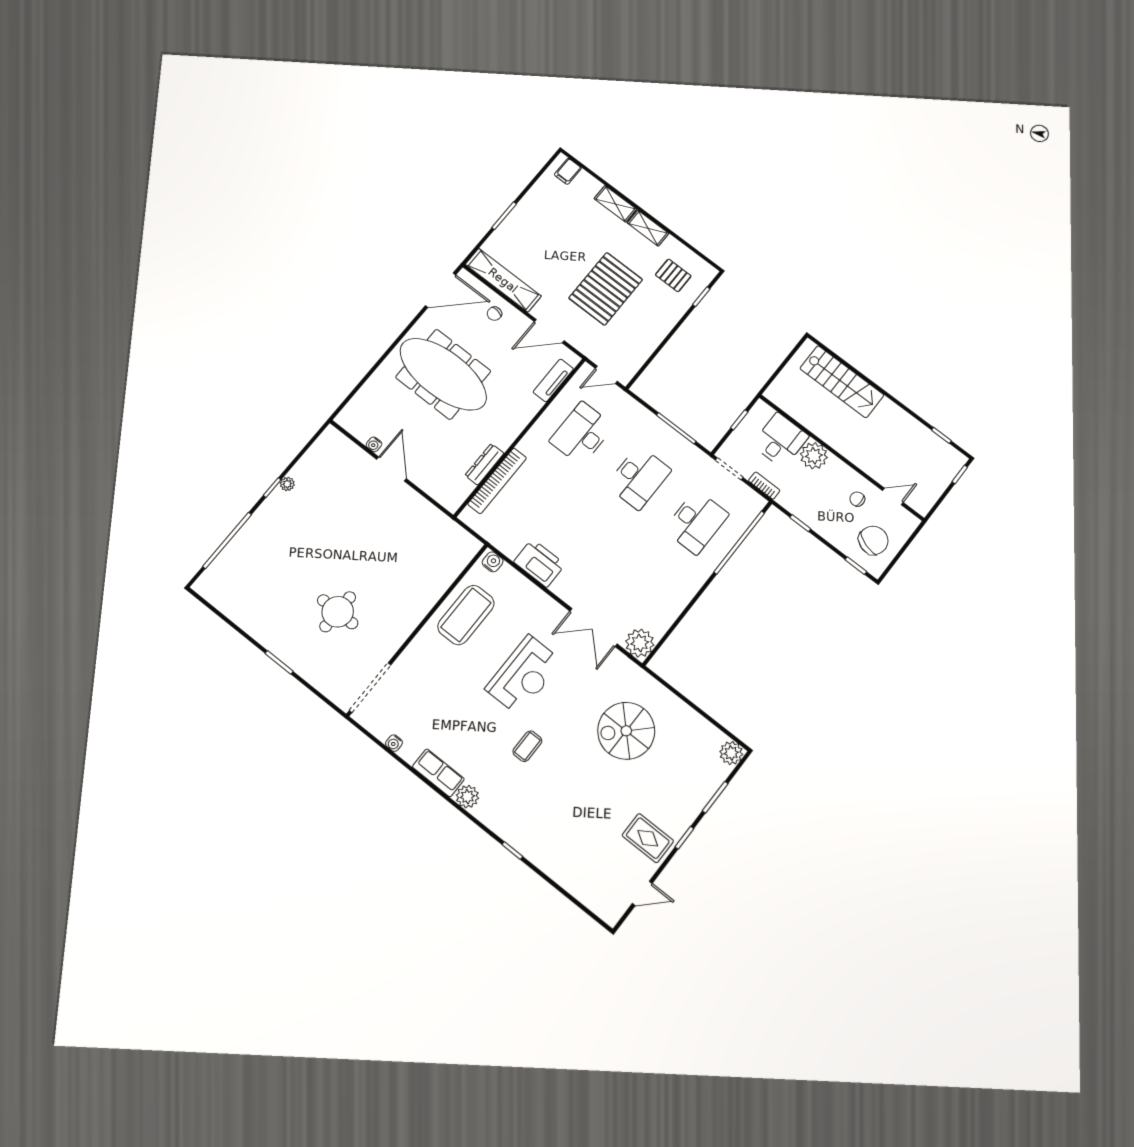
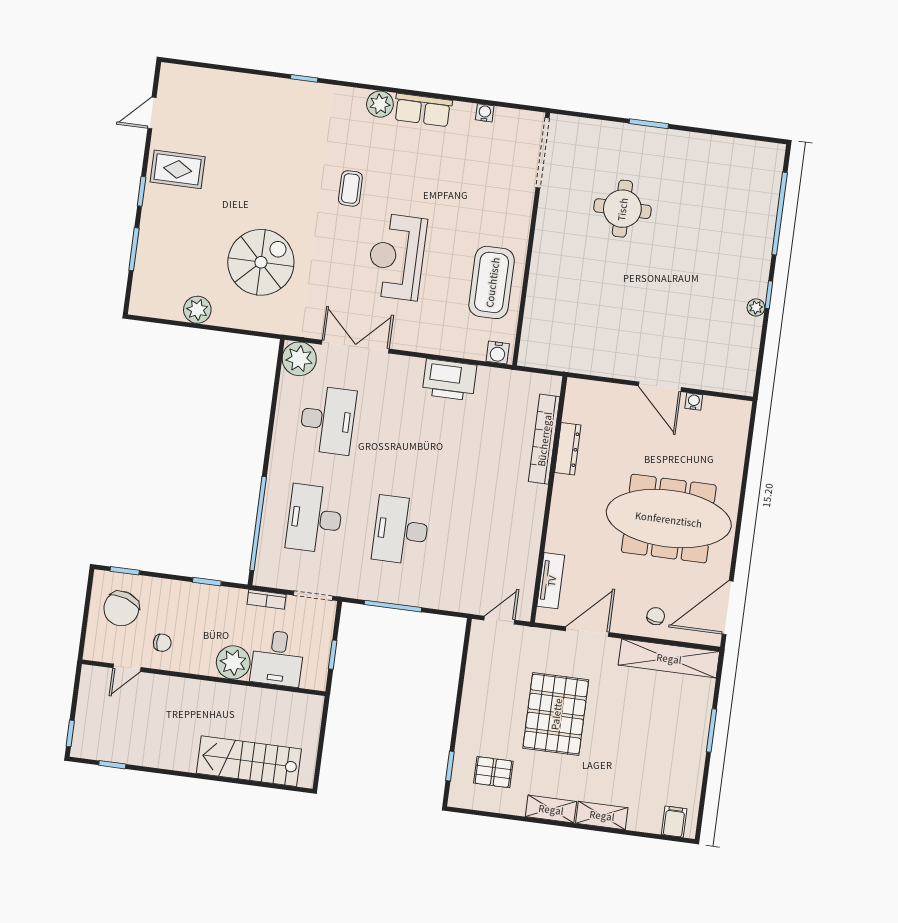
desk: (582, 434) -> (328, 420), moved
plant: (731, 753) -> (197, 310), moved

